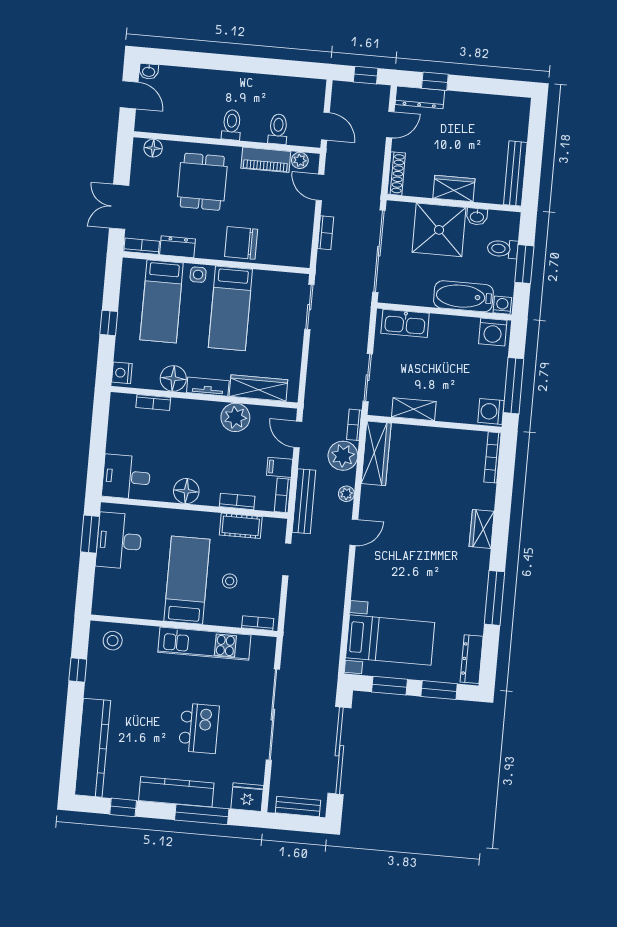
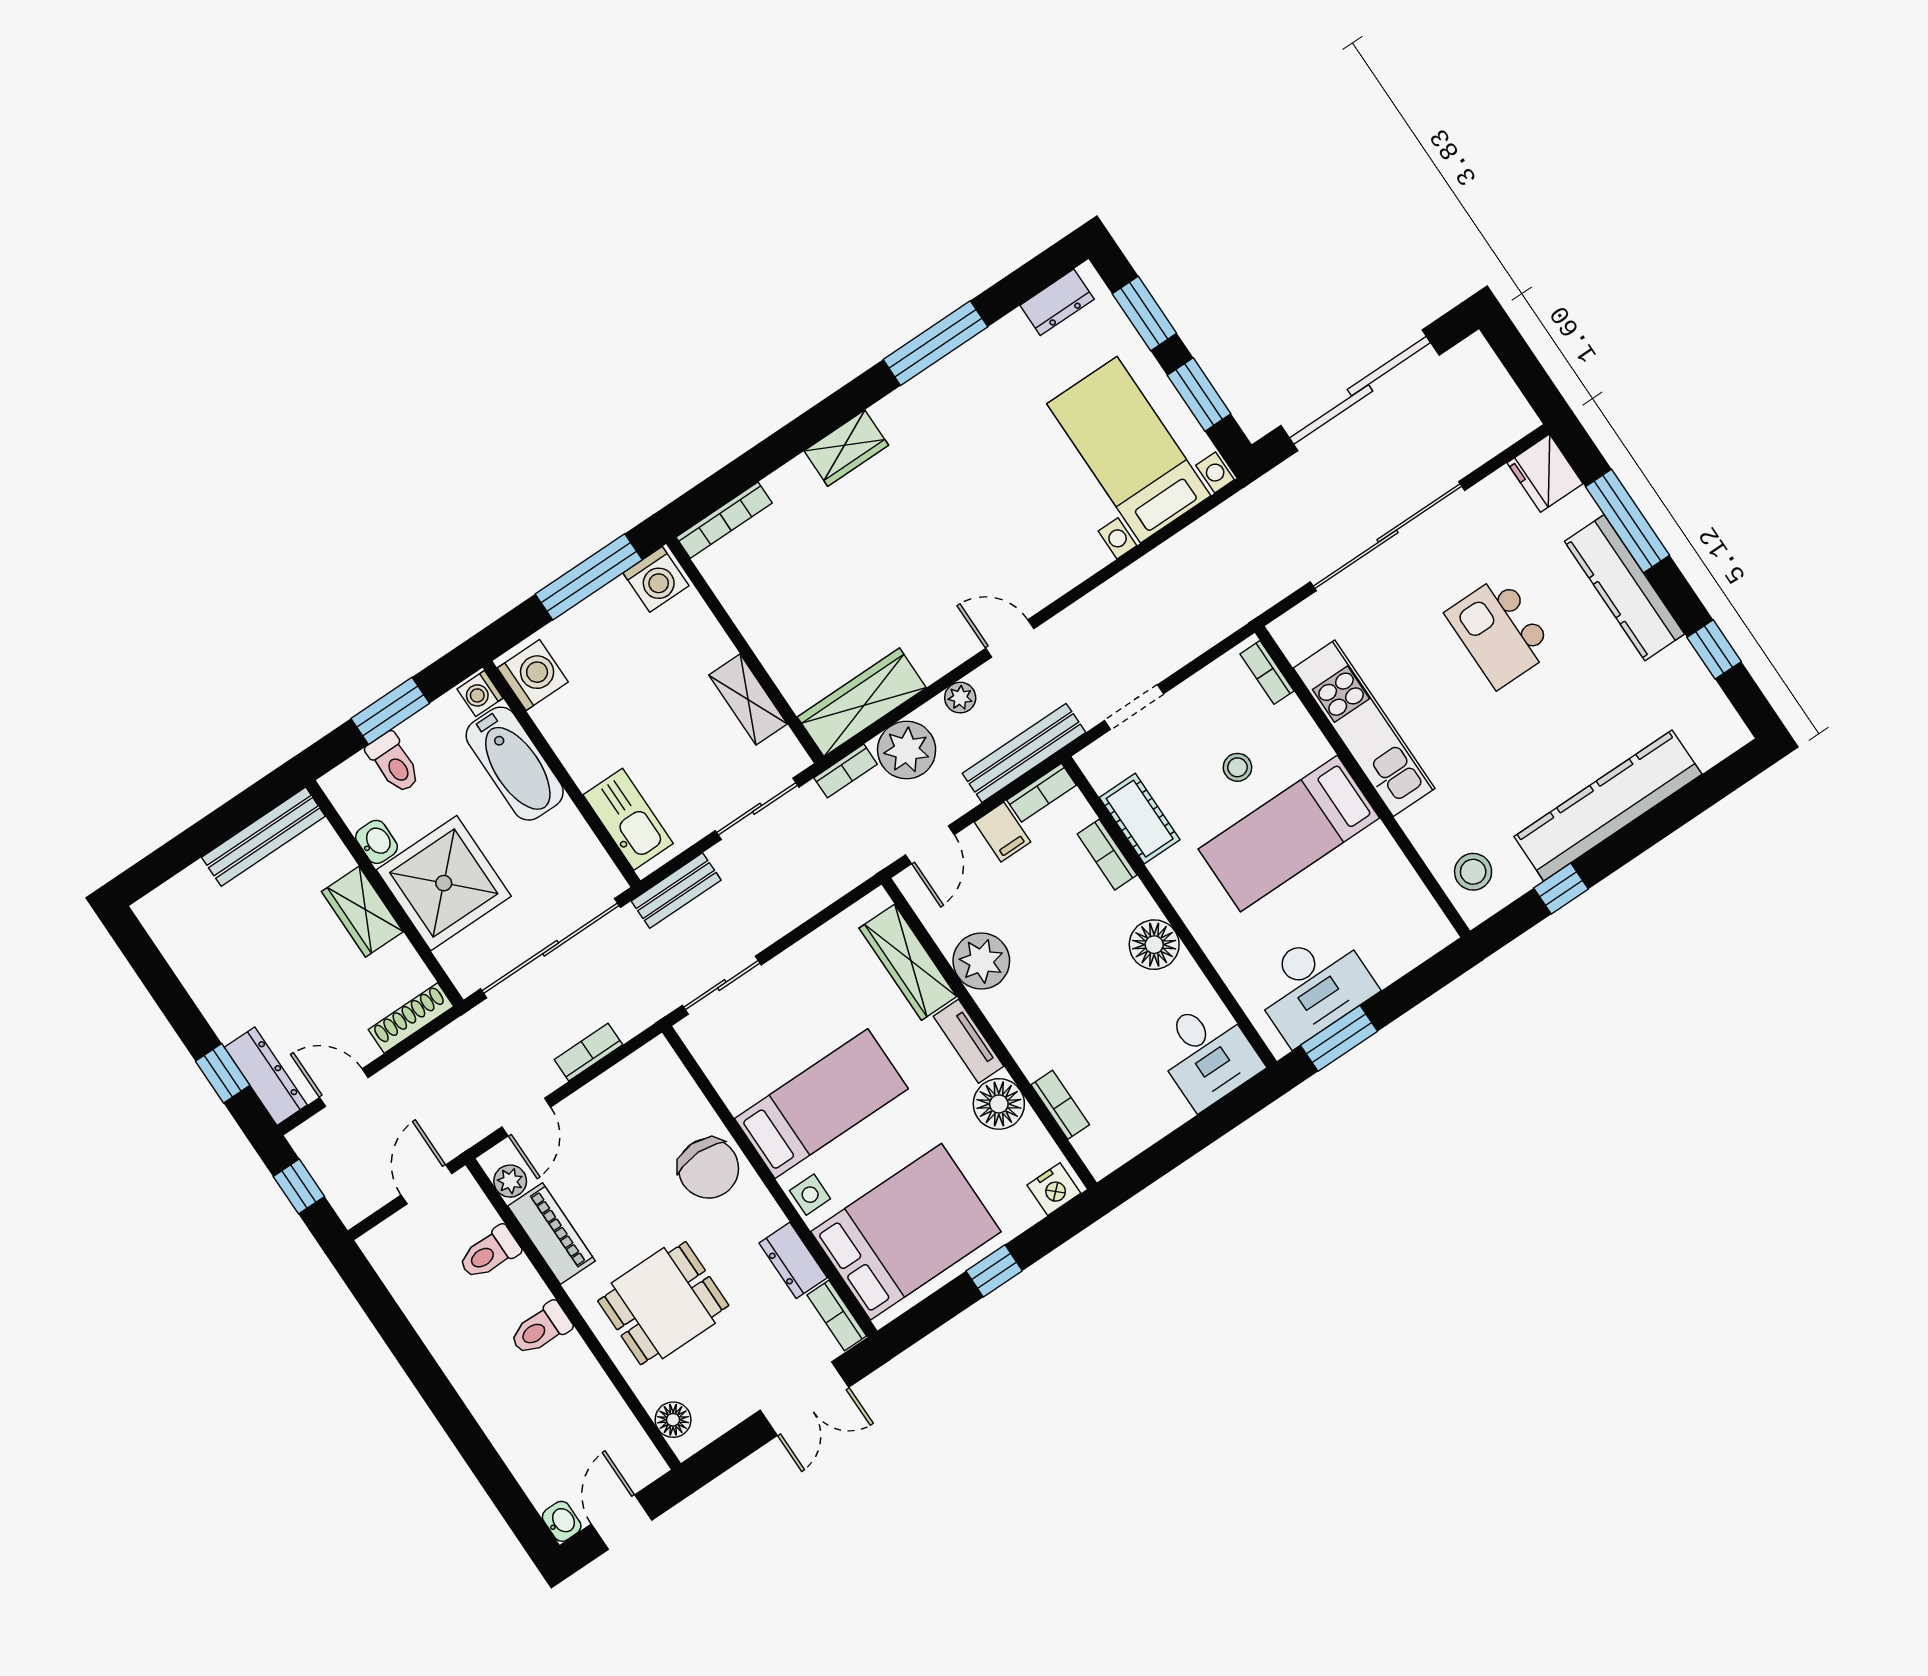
bed: (162, 301) -> (906, 1232), width x1.50
dresser: (472, 659) -> (1057, 302), width x0.70
kitchen island: (199, 728) -> (1500, 632), turned -90
kitchen counter: (93, 748) -> (1608, 805), moved
bench: (298, 806) -> (676, 891), moved, turned 90

